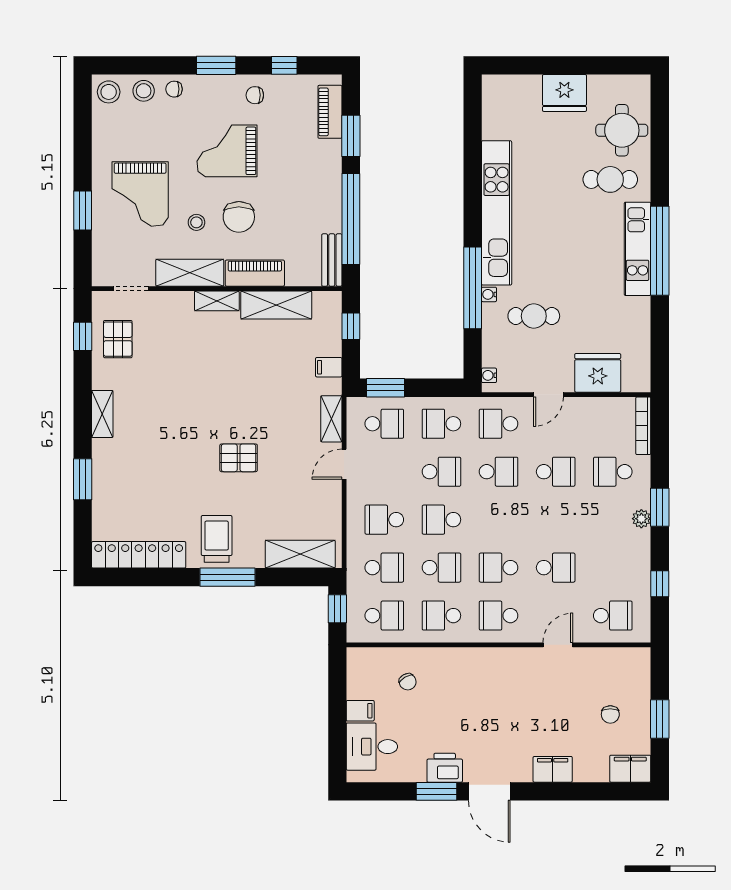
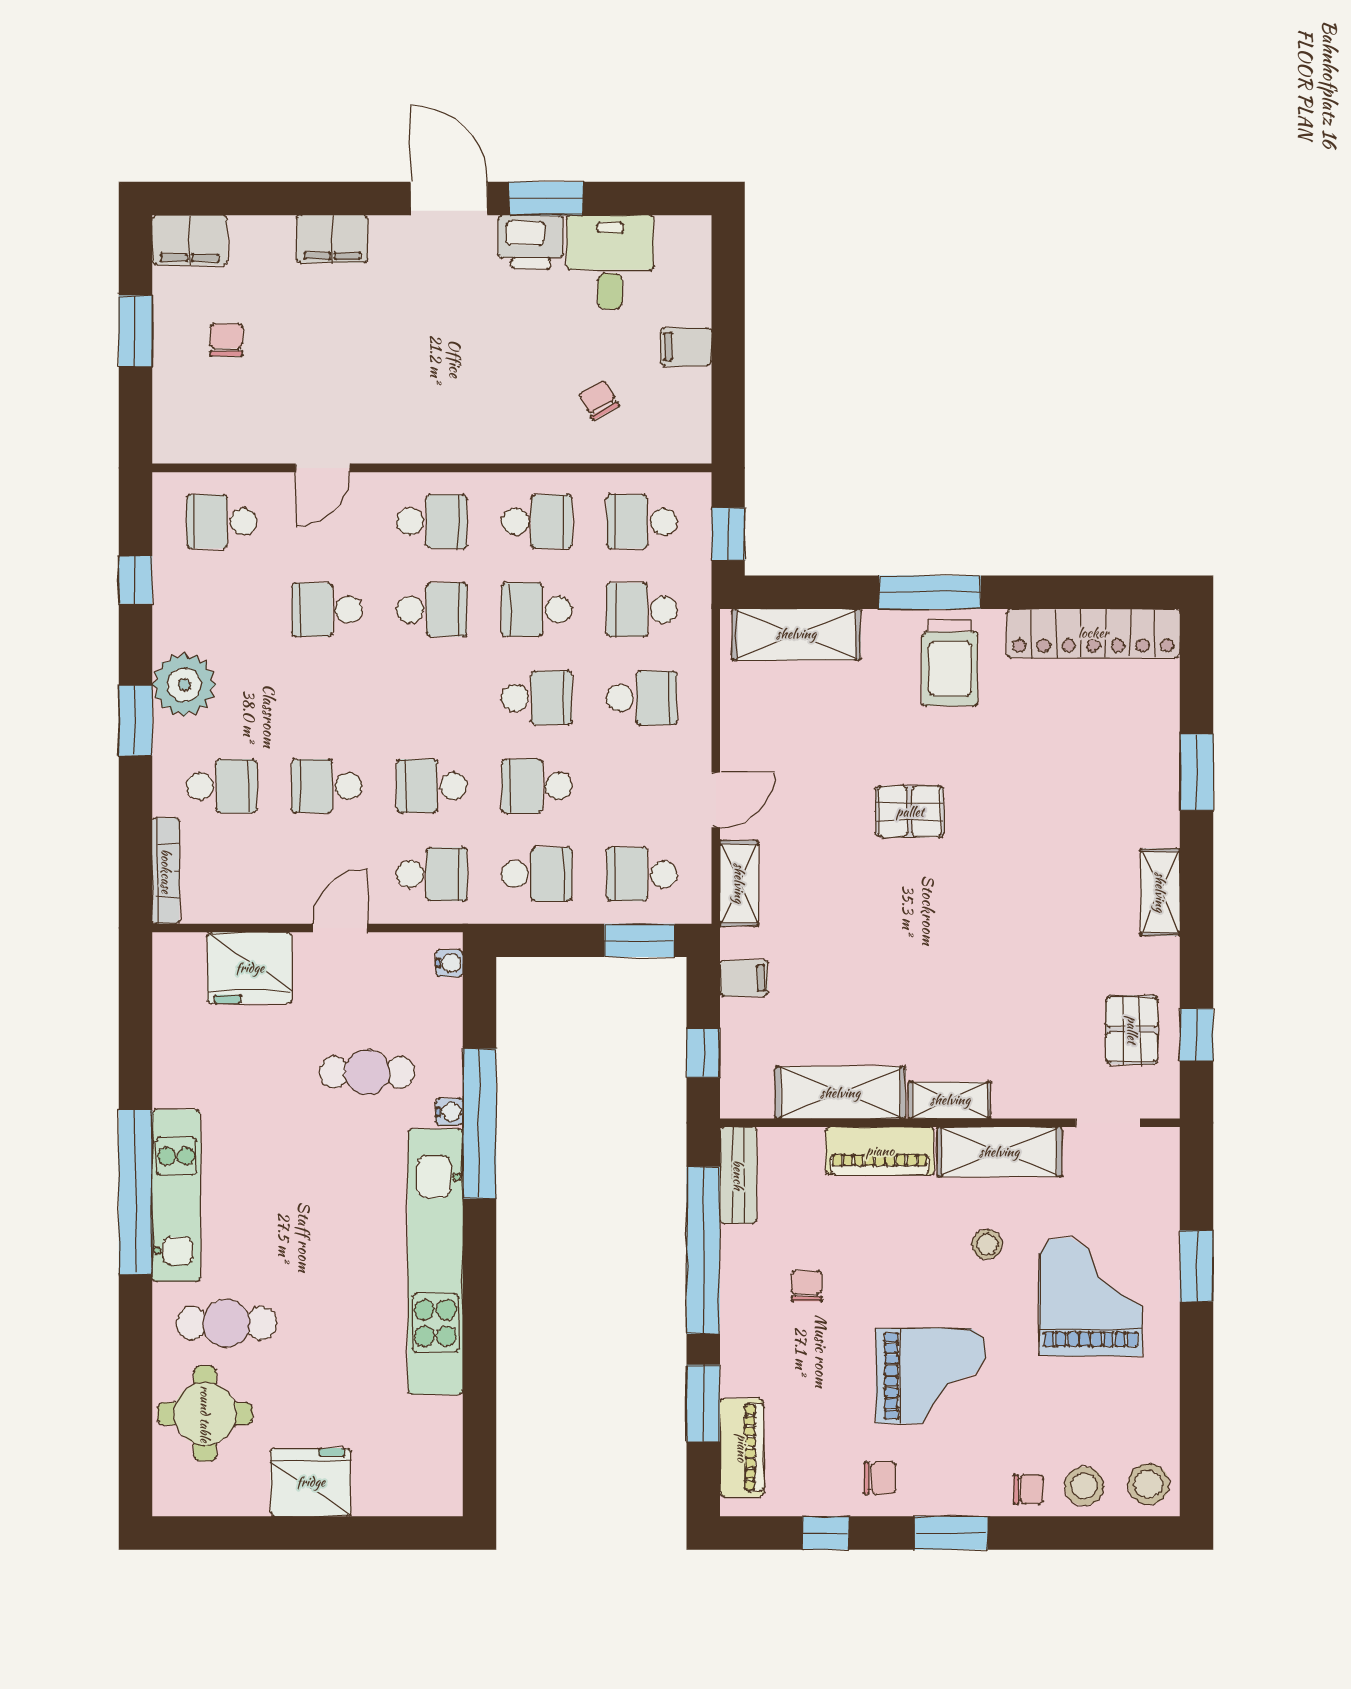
chair: (239, 217) -> (806, 1286), moved, width x0.54, depth x0.54
plant: (641, 519) -> (184, 685), width x1.88, depth x1.88
desk: (372, 747) -> (610, 262), moved, turned -90

